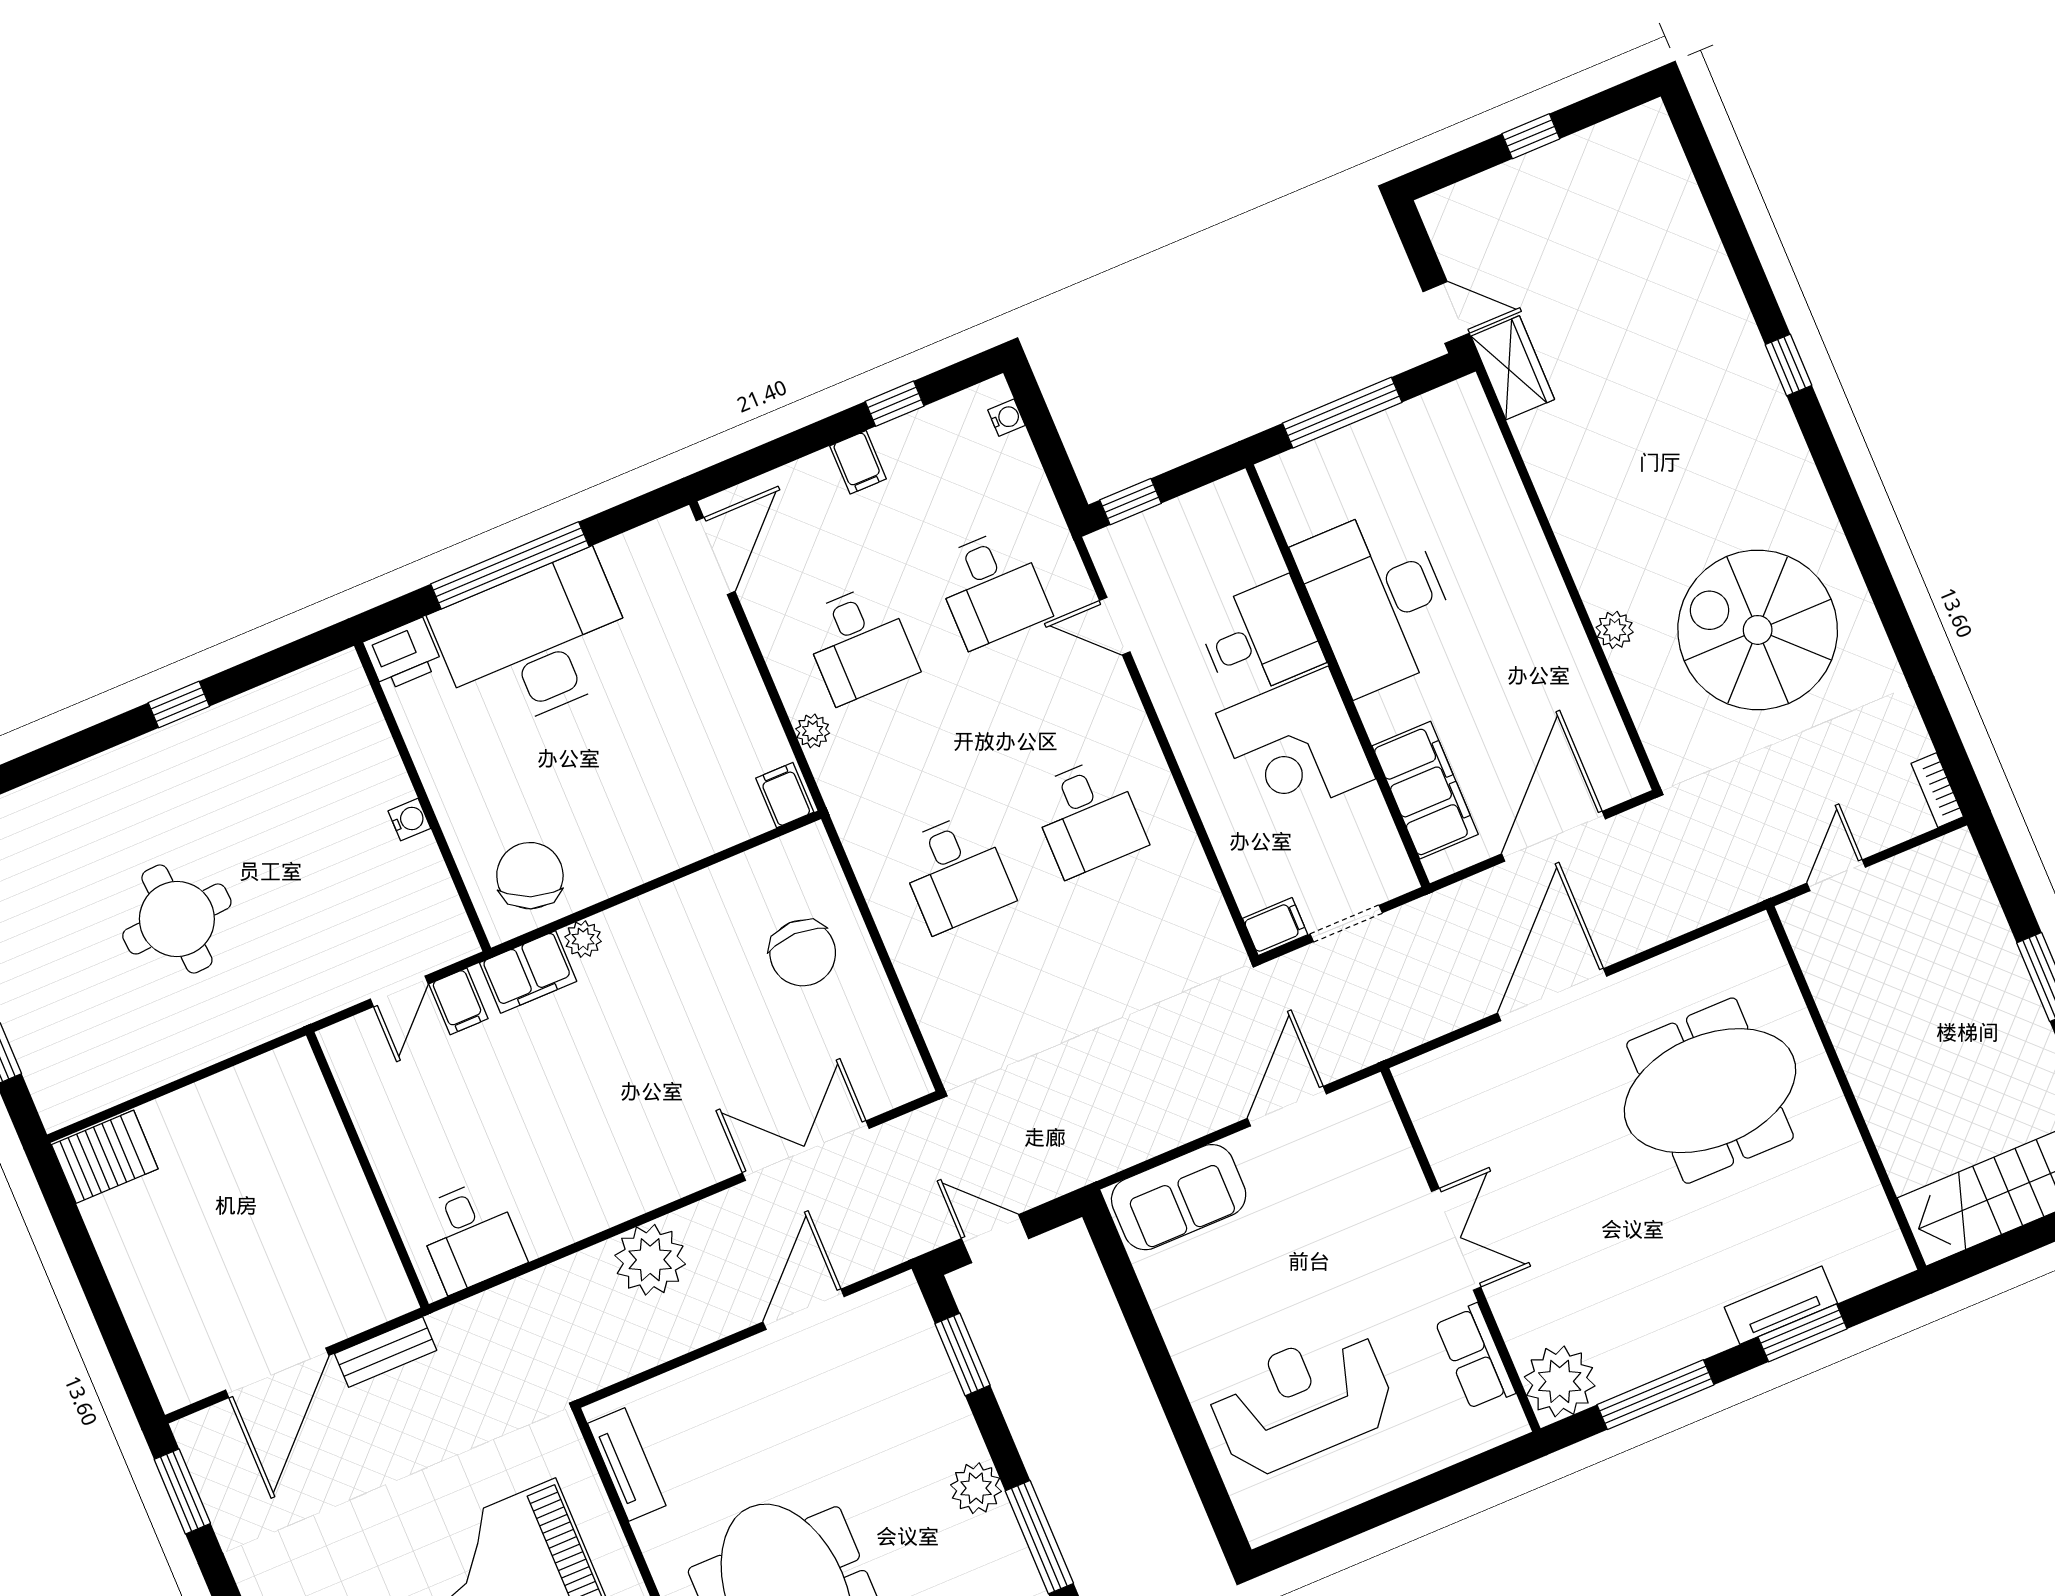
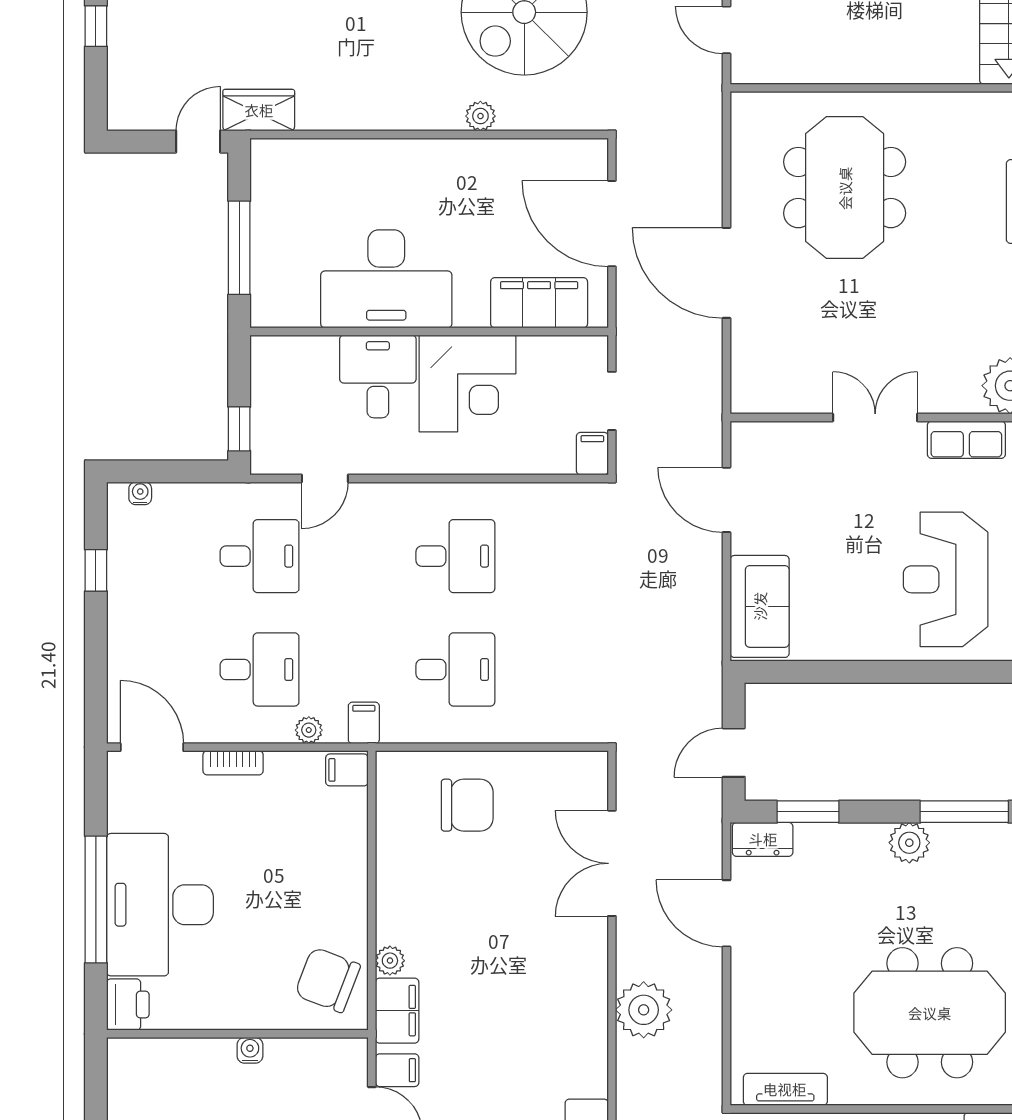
filing cabinet: (858, 462) -> (364, 723), moved, turned -90
bookcase: (737, 659) -> (233, 763), added
dresser: (908, 1315) -> (763, 839), added

